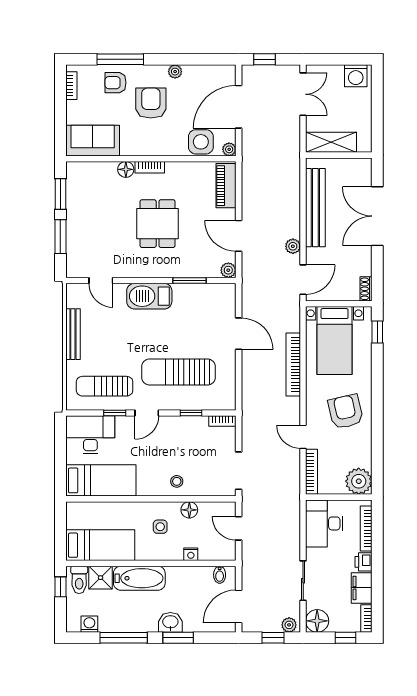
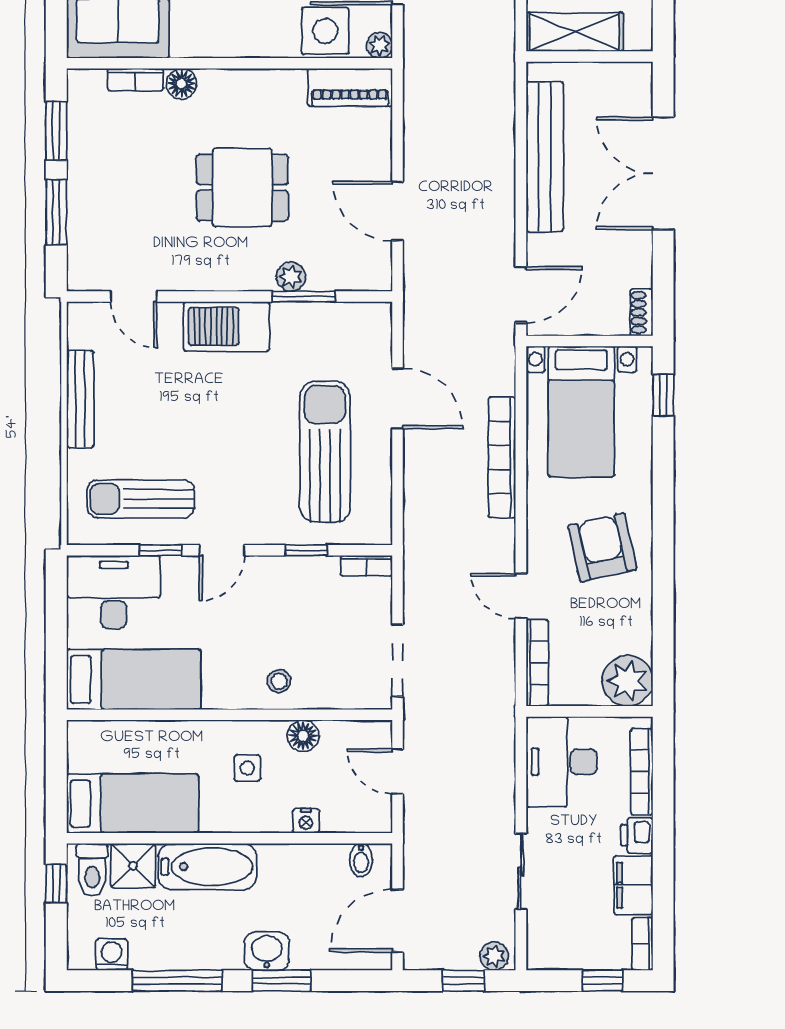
bookcase: (150, 167) -> (135, 80), moved
piano: (226, 186) -> (350, 87), moved, turned -90
dining table: (158, 224) -> (242, 188), turned 90
plant: (293, 246) -> (501, 231), removed
plant: (228, 270) -> (291, 277), moved
sun lounger: (179, 372) -> (325, 452), moved, turned 90
floor lamp: (317, 621) -> (548, 948), removed

